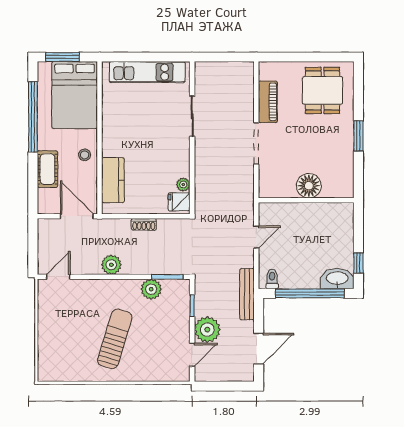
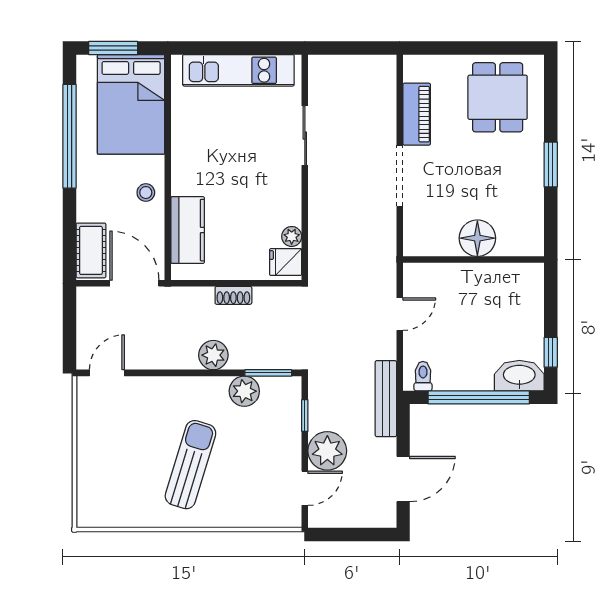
cot: (47, 169) -> (91, 250), moved
plant: (111, 265) -> (213, 355), moved

